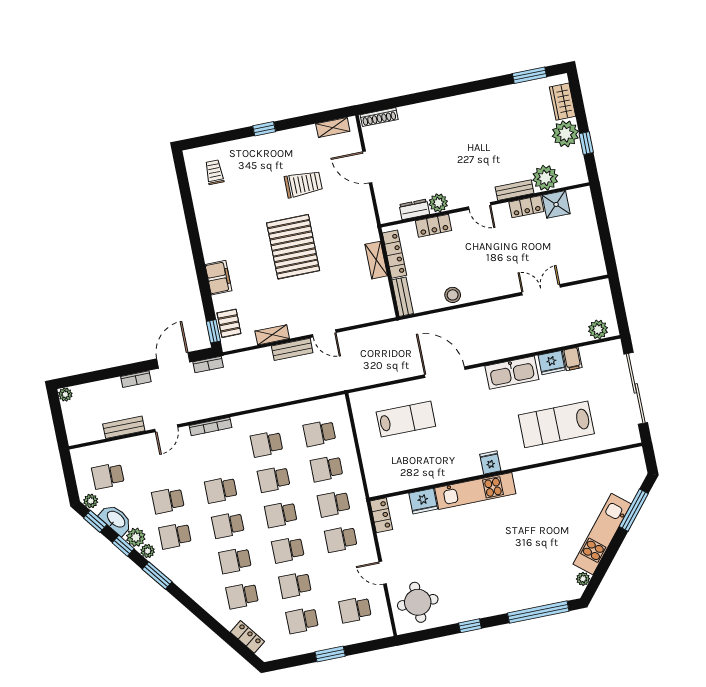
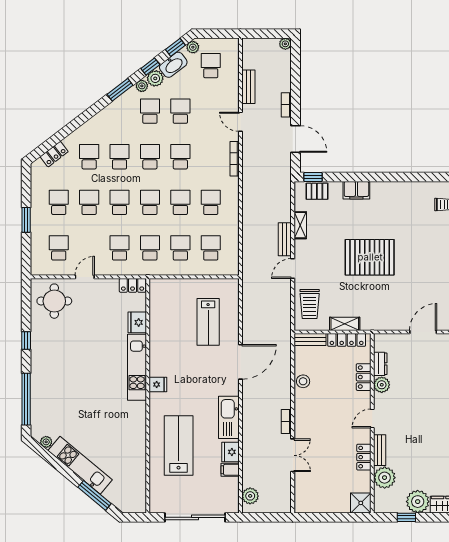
trolley: (303, 184) -> (310, 304), moved
shower: (556, 204) -> (361, 503), moved
bookcase: (208, 364) -> (286, 422), moved

